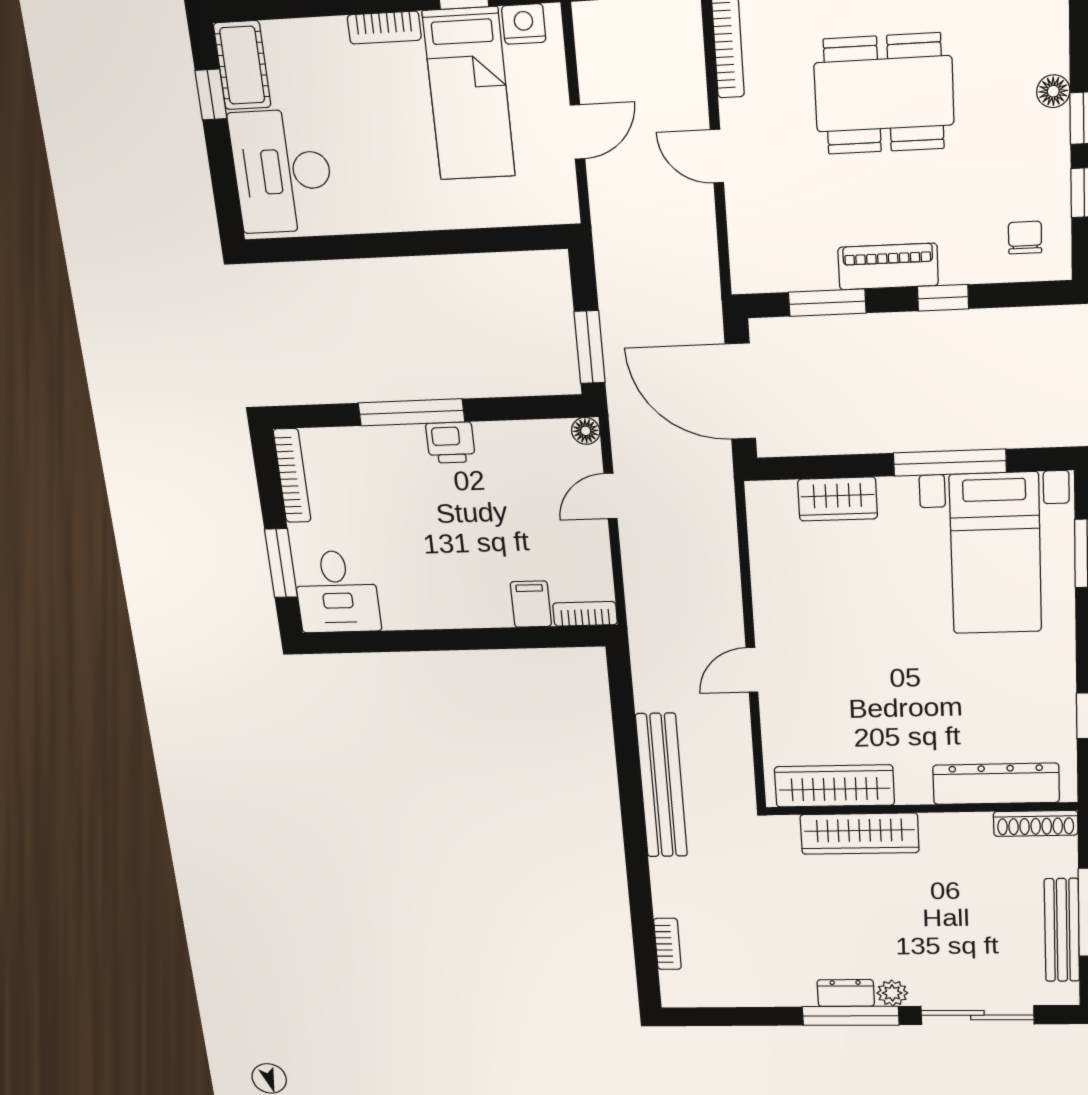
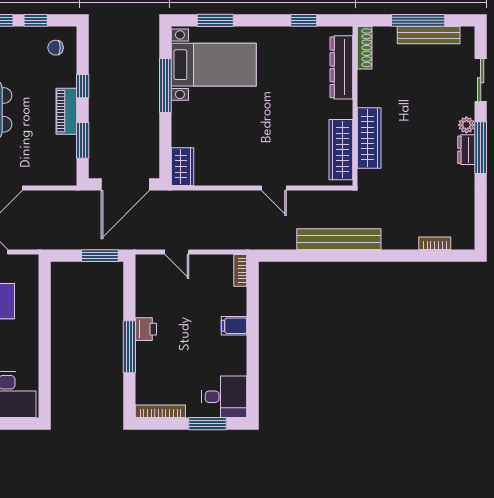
floor lamp: (586, 431) -> (142, 261), removed
wardrobe: (838, 499) -> (182, 167), moved
filing cabinet: (531, 604) -> (234, 326), moved
sliding door: (977, 1015) -> (481, 80), width x0.73

